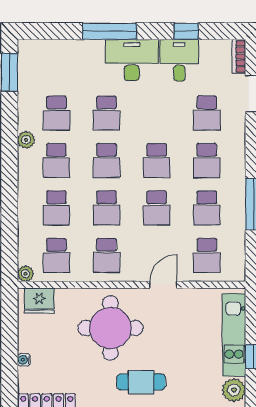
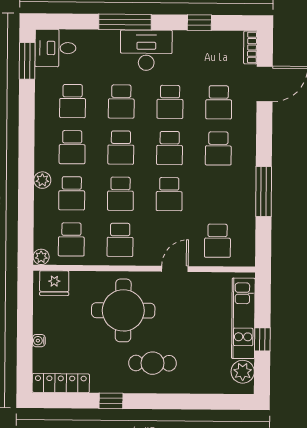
desk: (179, 60) -> (55, 48), moved, turned -90
plant: (26, 140) -> (42, 180), moved
school desk: (207, 208) -> (170, 102), moved

